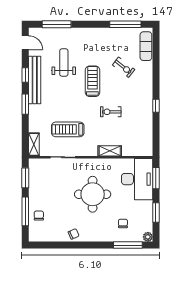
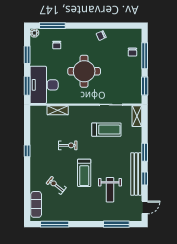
door: (25, 43) -> (145, 207), swing flipped
shelving: (110, 151) -> (58, 110), moved

